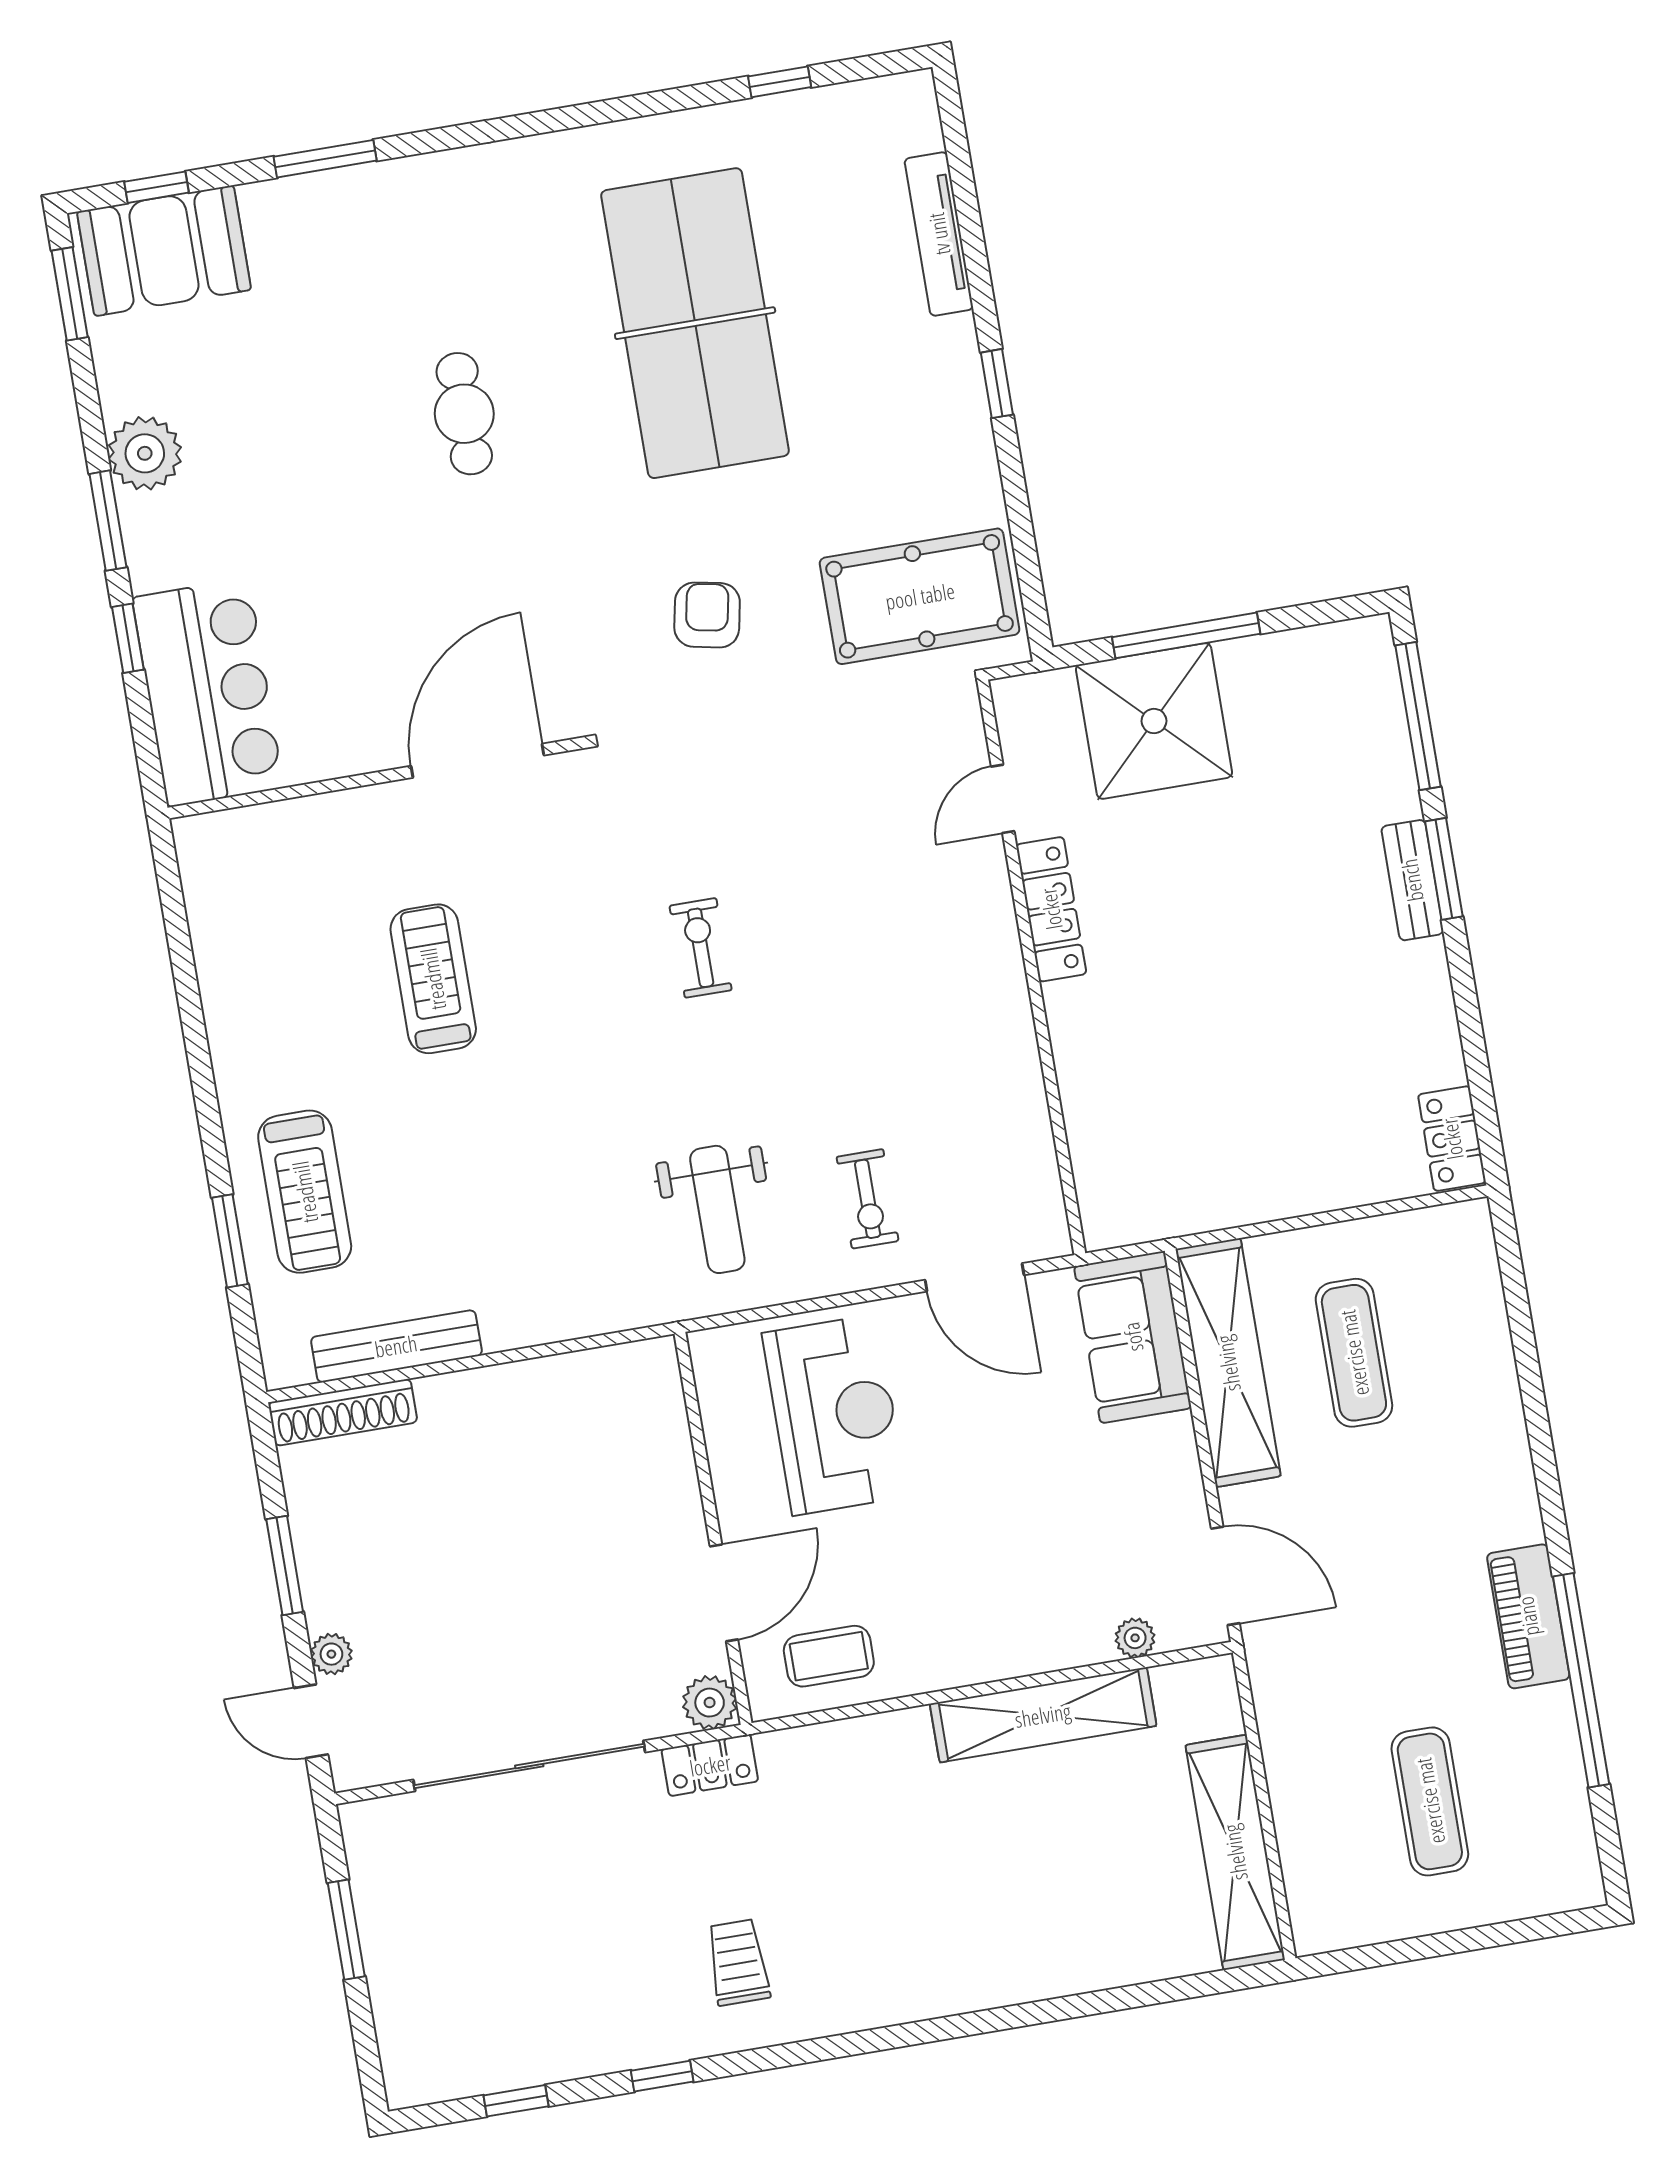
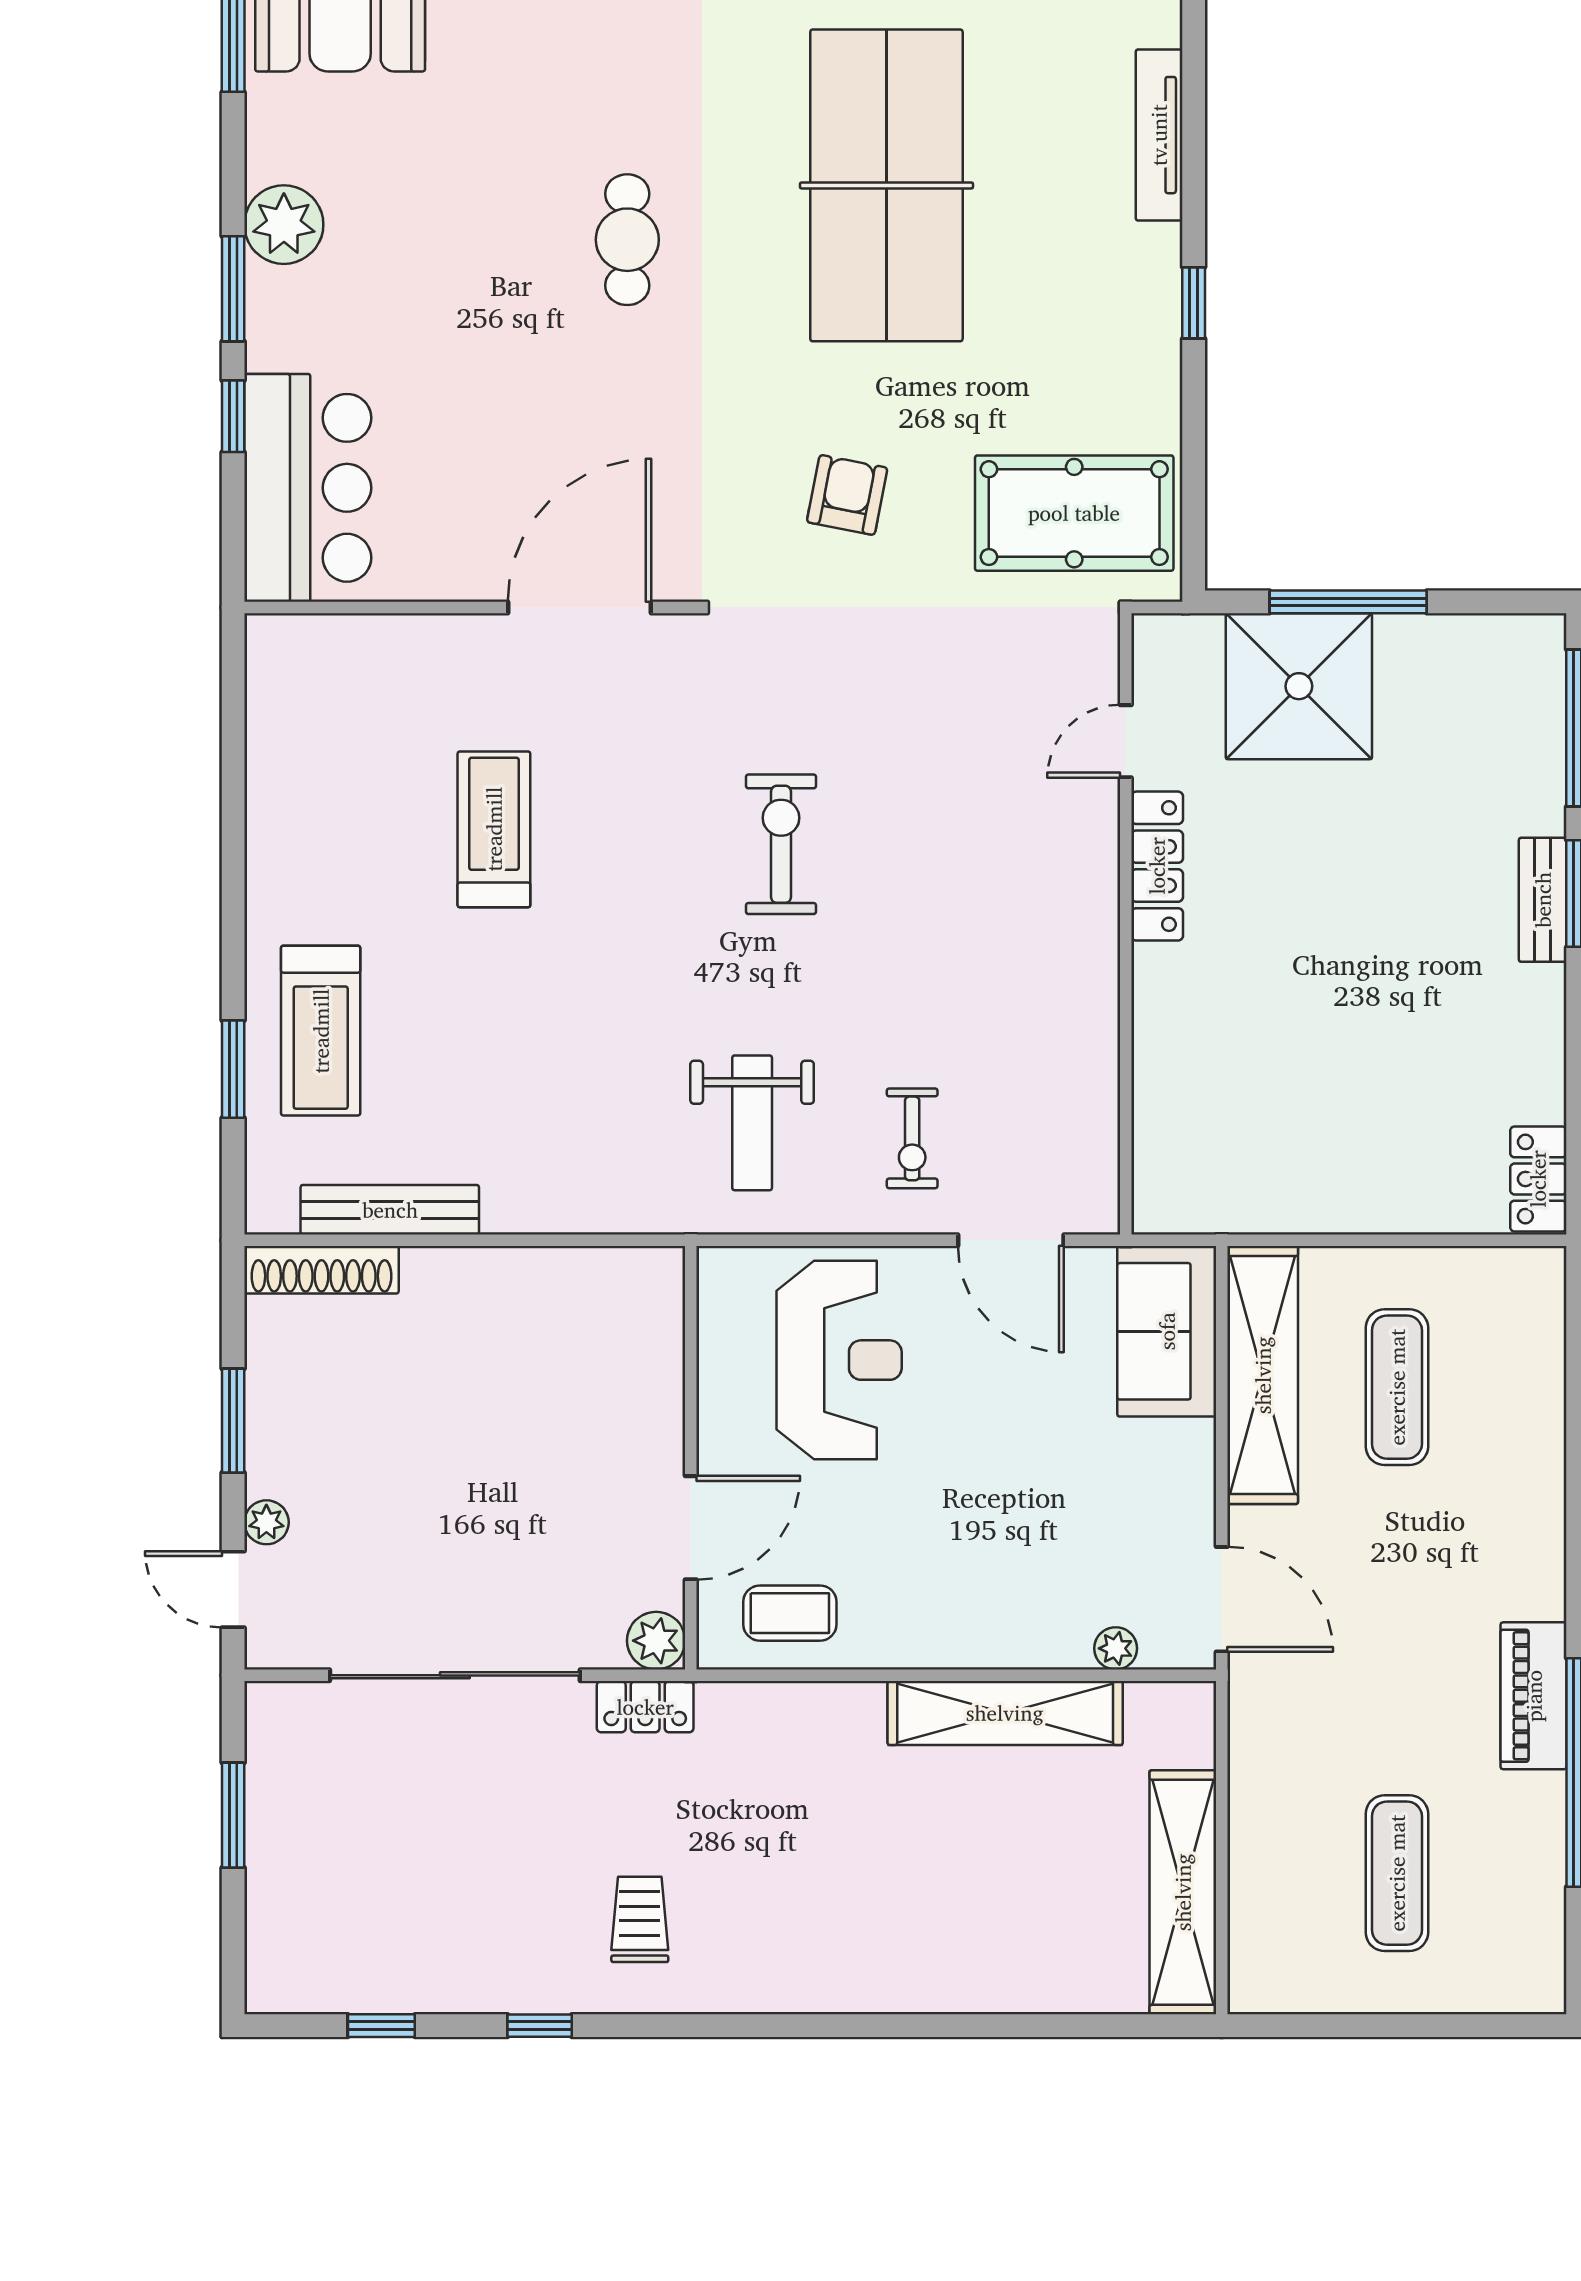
exercise bike: (701, 948) -> (781, 844), width x1.38, depth x1.39

